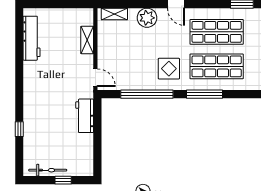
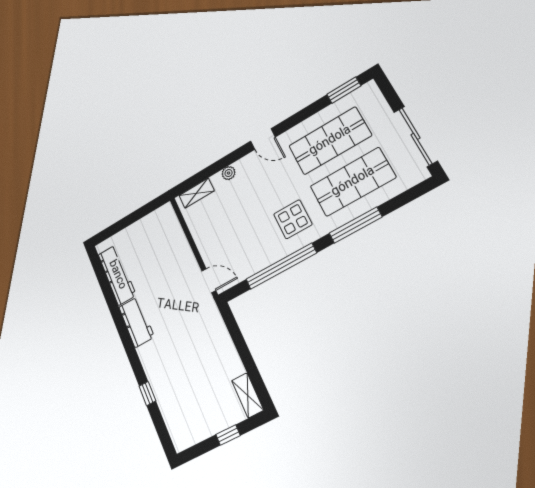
plant: (147, 18) -> (229, 173), width x0.53, depth x0.53
shelving: (87, 40) -> (248, 395), moved
workbench: (85, 116) -> (136, 322), moved, turned 180
bicycle: (48, 170) -> (203, 431), removed

